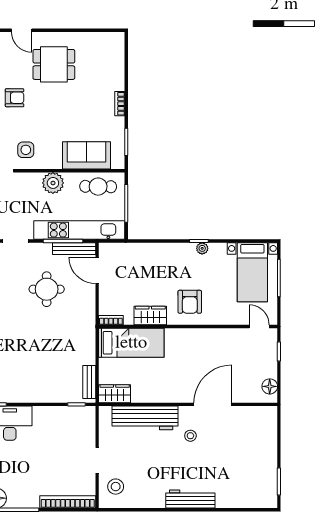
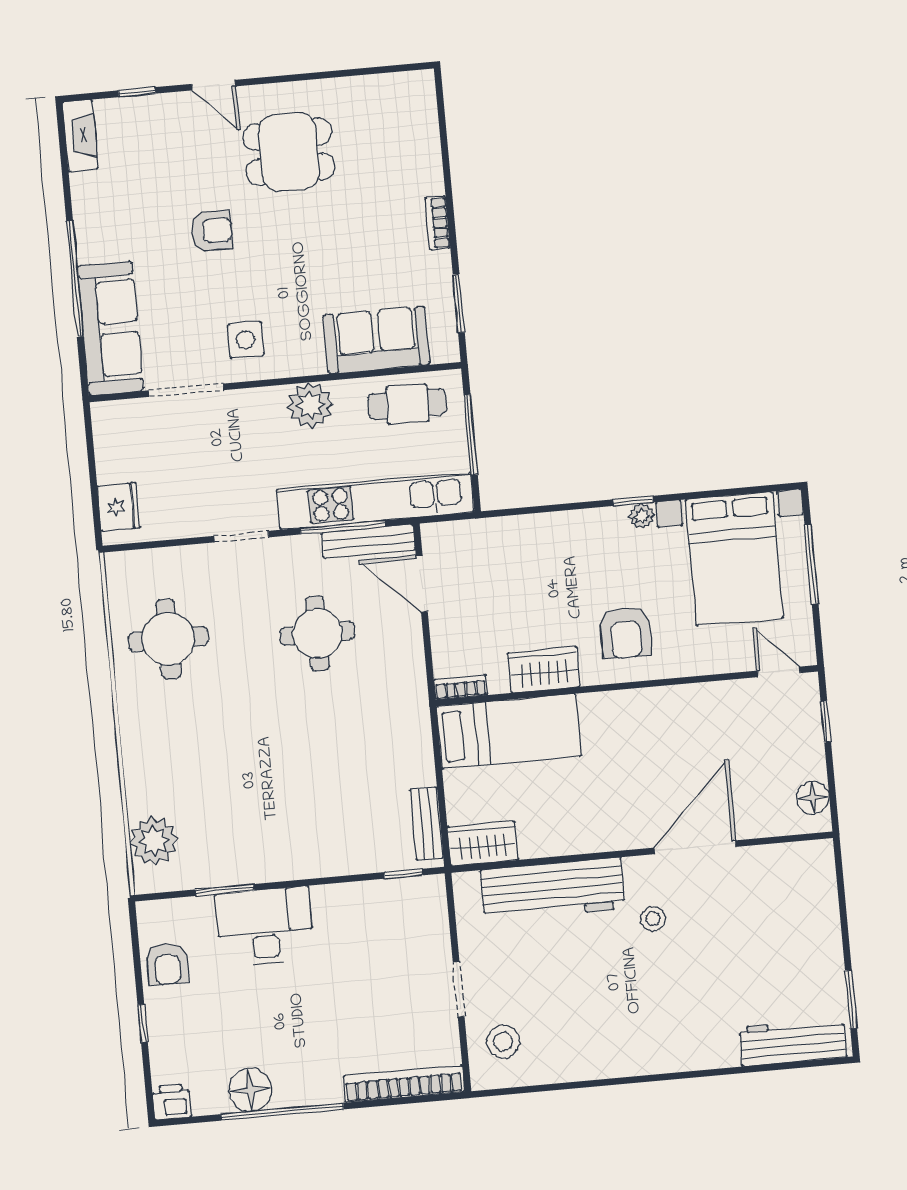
bed with nightstands: (252, 272) -> (734, 559), width x1.36
workbench: (190, 499) -> (793, 1042), moved

